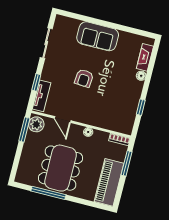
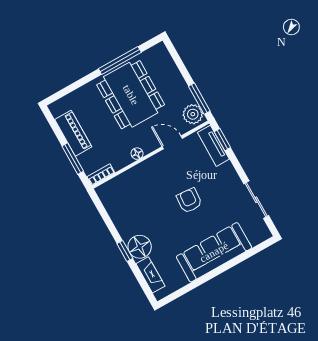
sofa: (98, 36) -> (214, 252), width x1.36
floor lamp: (141, 76) -> (140, 247), width x1.89, depth x1.89
window: (36, 82) -> (222, 140), moved
window: (141, 107) -> (125, 251), moved
piano: (109, 182) -> (73, 133), width x0.73, depth x0.75

